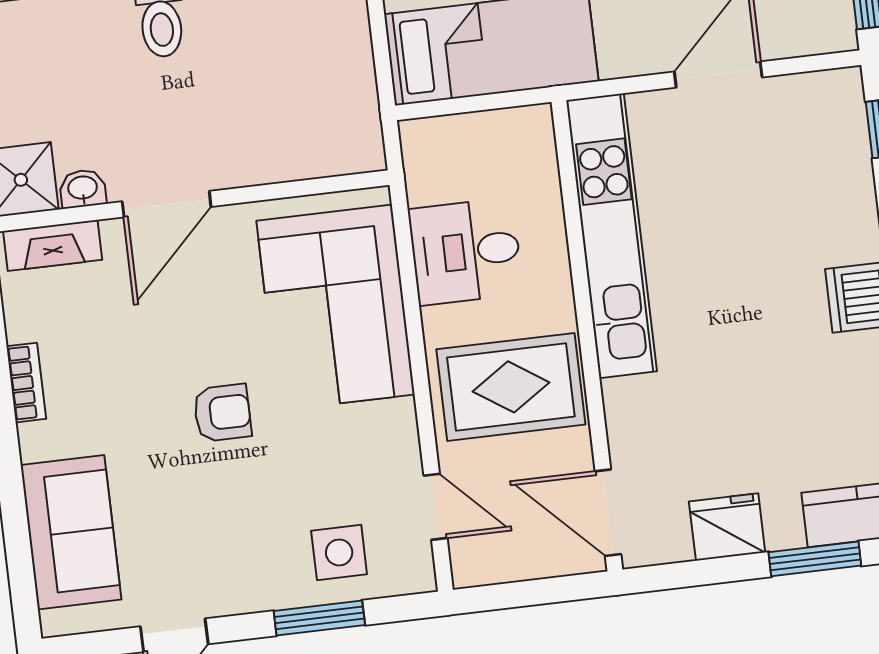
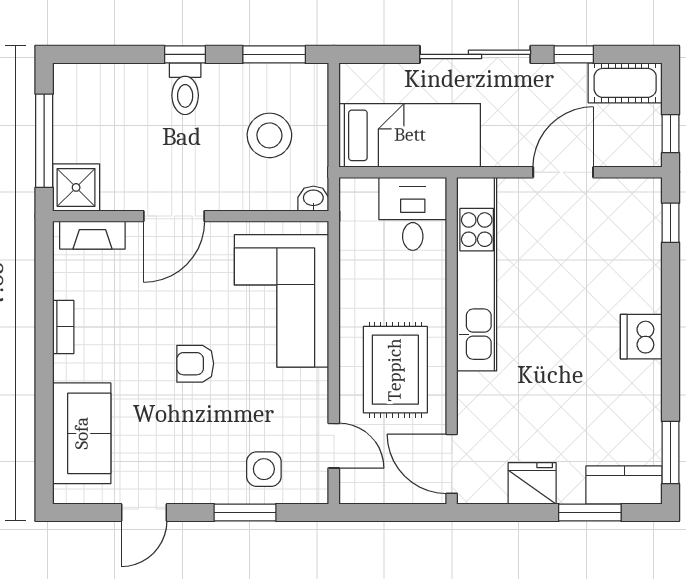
stool: (290, 72) -> (269, 135), added
washbasin: (83, 189) -> (313, 199), moved
desk: (466, 251) -> (413, 214), moved, turned 90
rug: (511, 387) -> (395, 370), turned 90
armchair: (222, 413) -> (195, 364), turned 180

